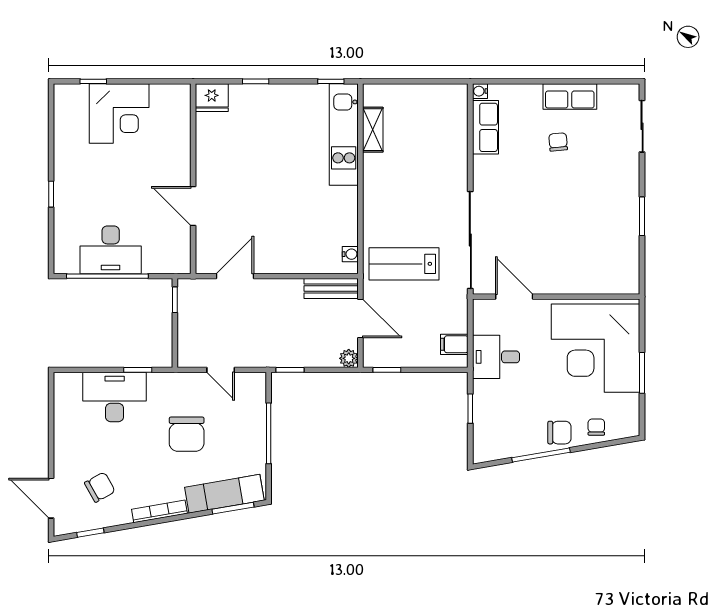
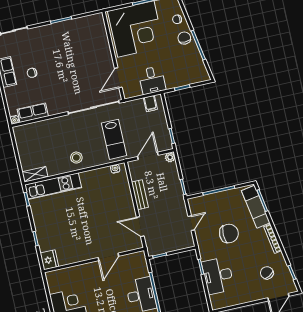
shelving: (373, 130) -> (35, 174), moved
stool: (386, 188) -> (76, 158), added
bench: (331, 288) -> (140, 195), moved

